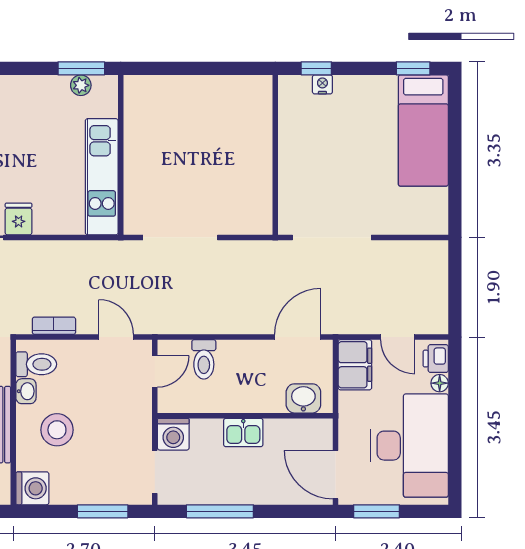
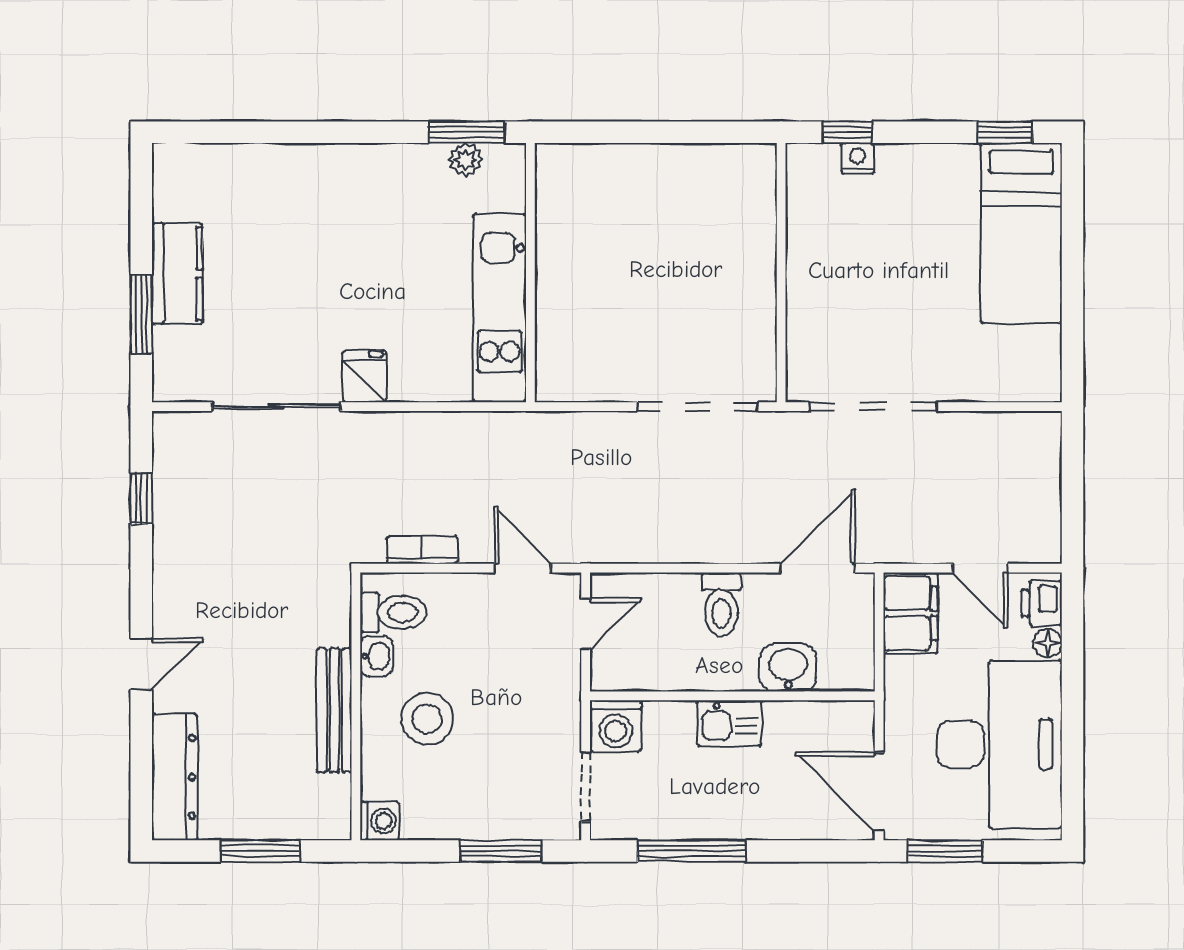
doorway: (180, 237) -> (697, 407), moved
toilet: (204, 359) -> (721, 604), moved
washbasin: (303, 398) -> (788, 668), moved
washing machine: (32, 488) -> (380, 821), width x0.73, depth x0.73

